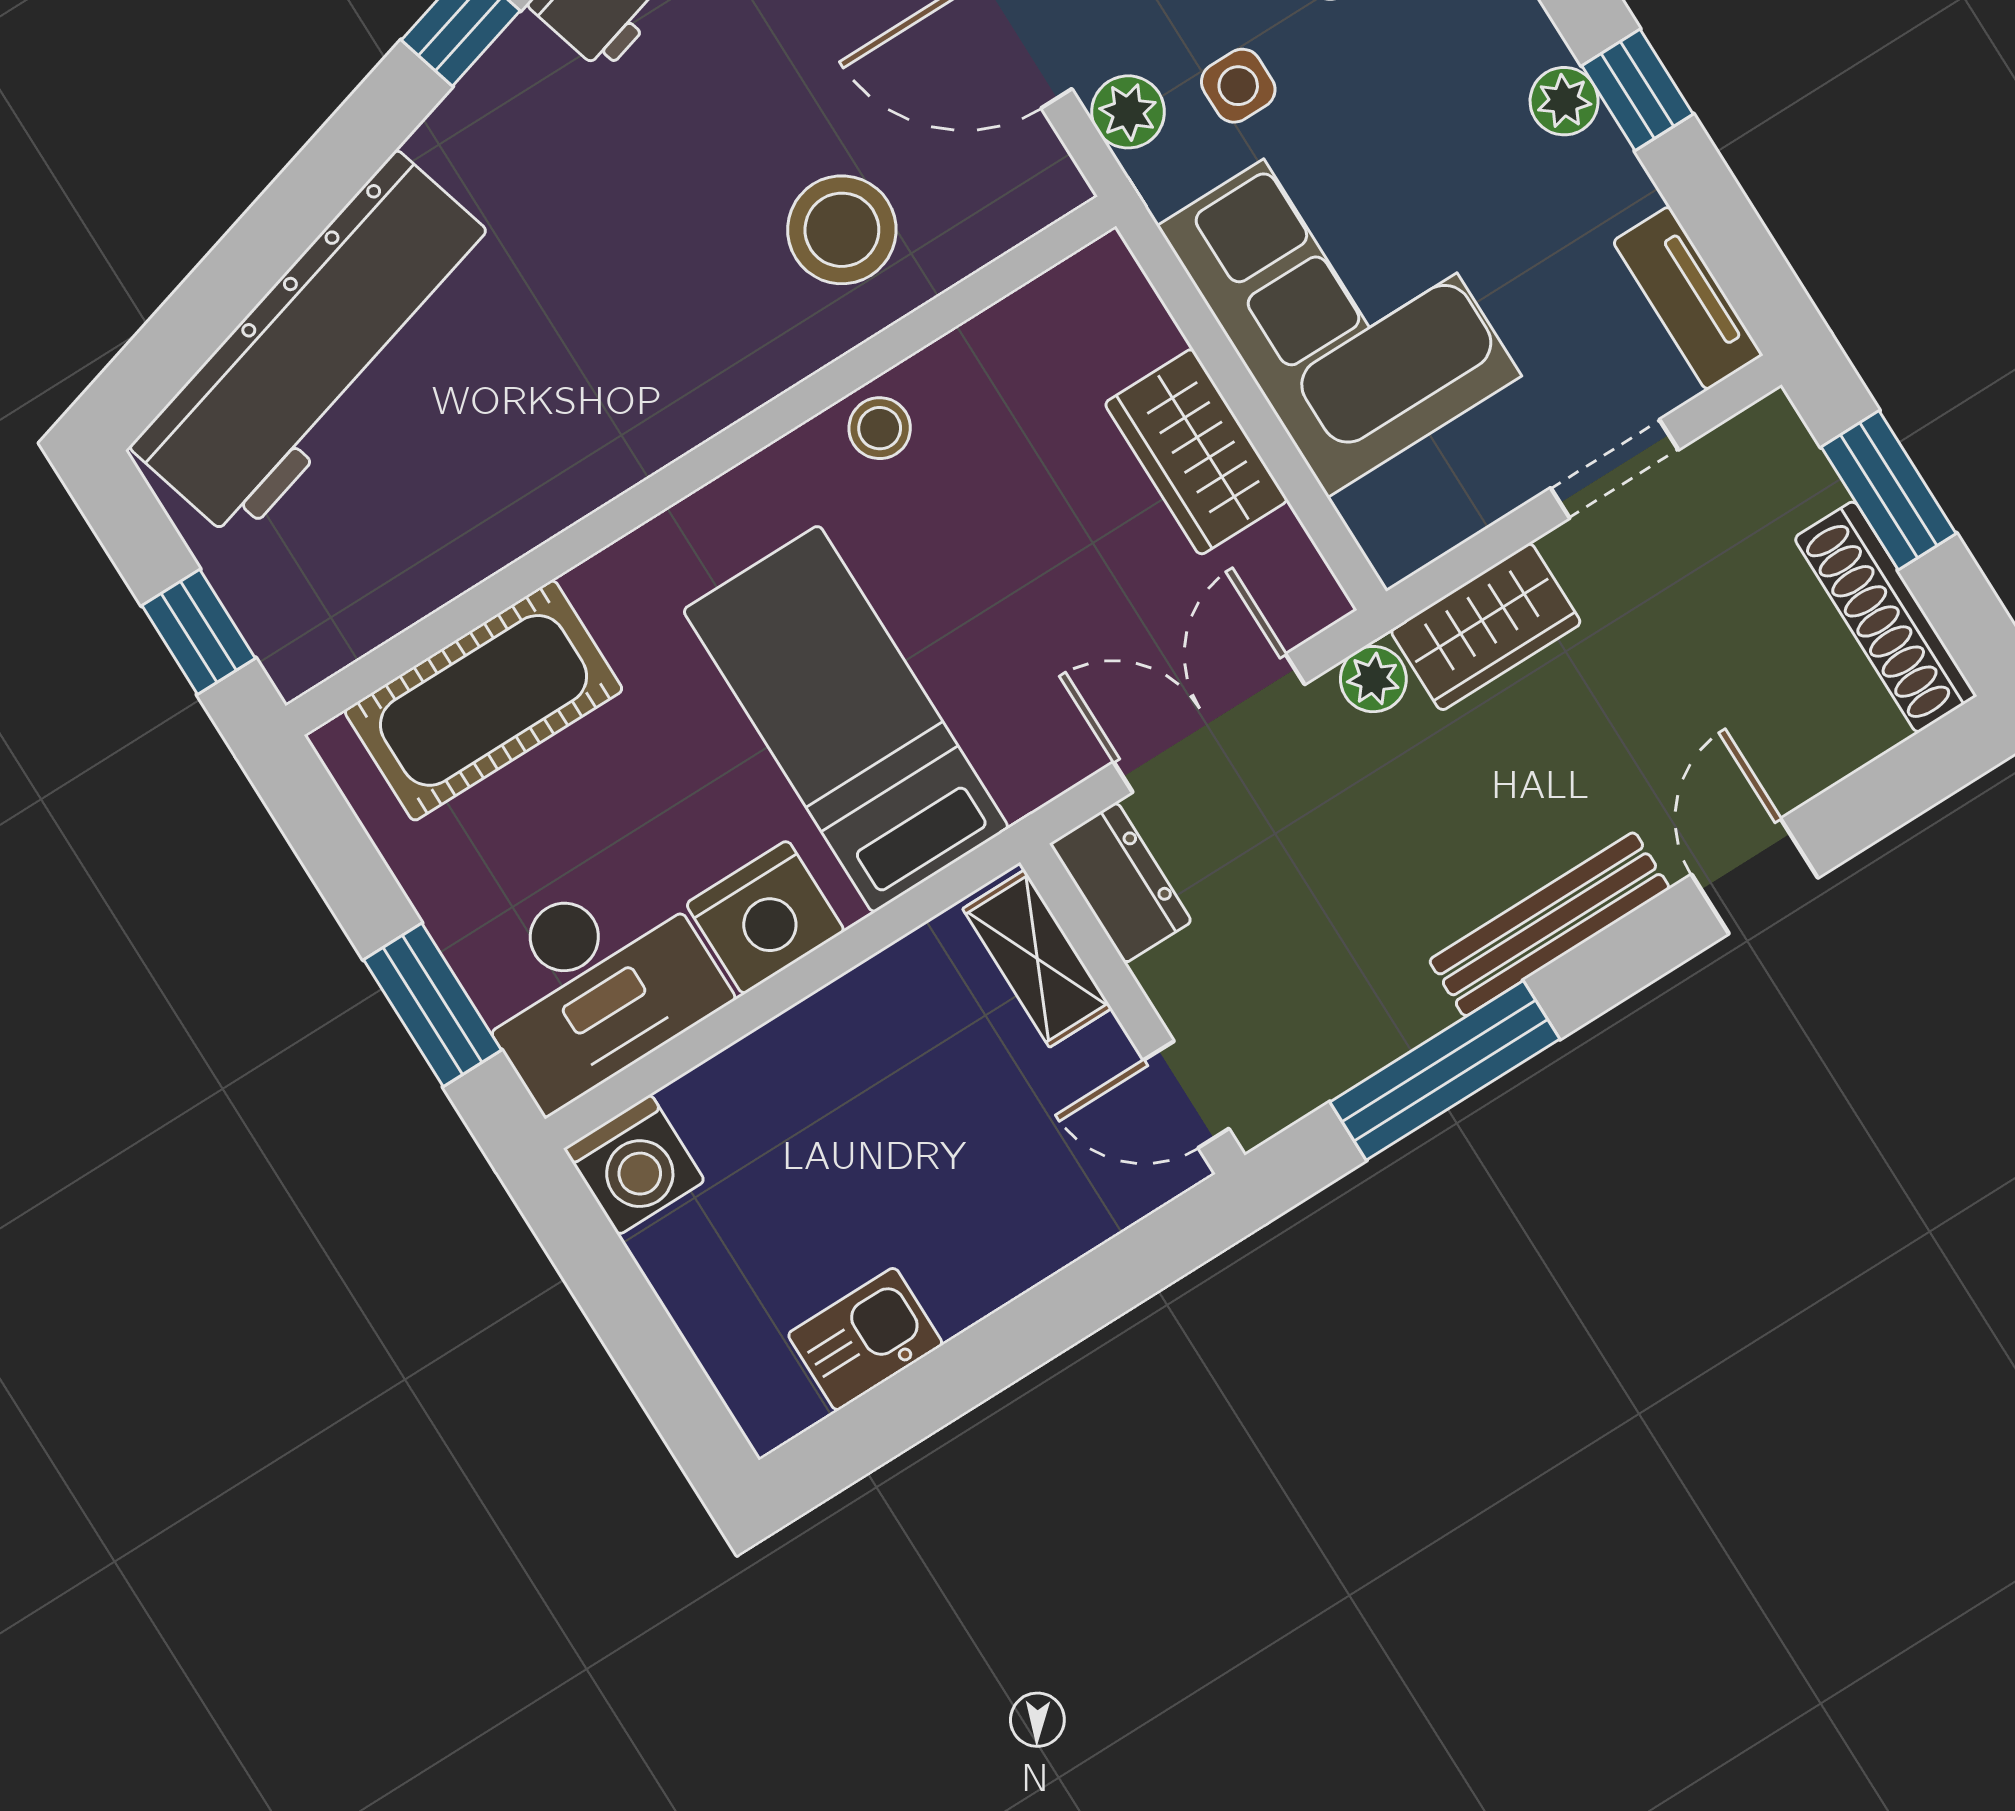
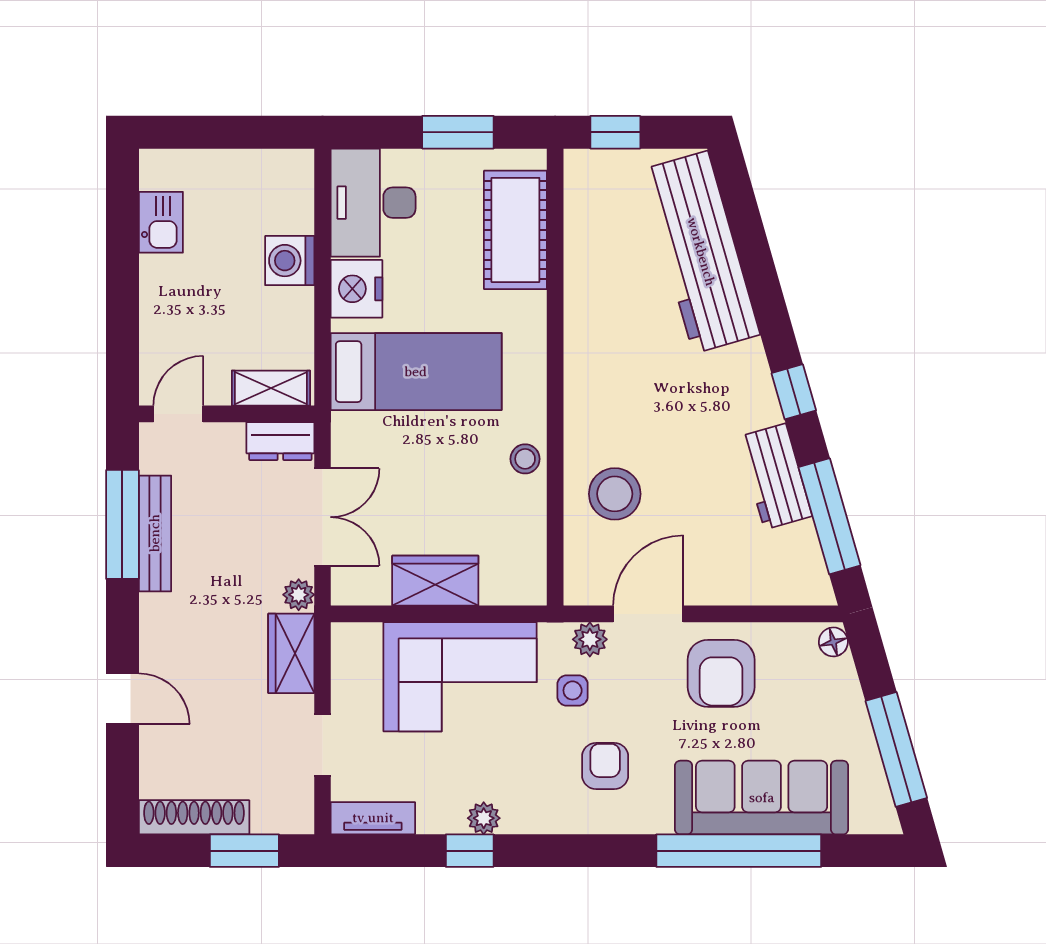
bench: (1549, 924) -> (155, 533), moved
window: (433, 1005) -> (458, 132), moved
washing machine: (634, 1165) -> (290, 261), moved

